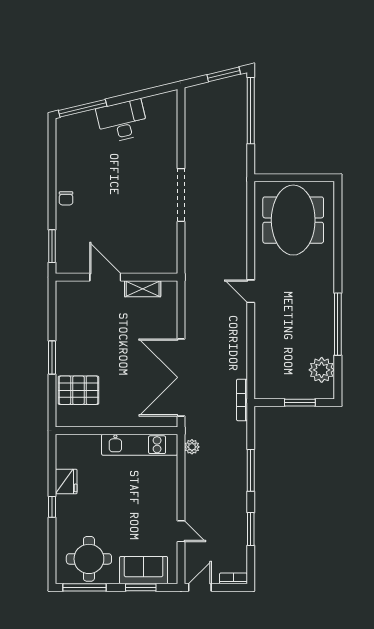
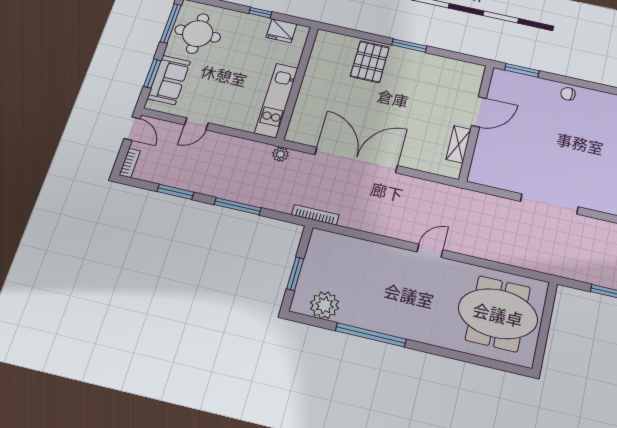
wall: (117, 431) -> (298, 82), moved
kitchen unit: (140, 445) -> (276, 100), moved

